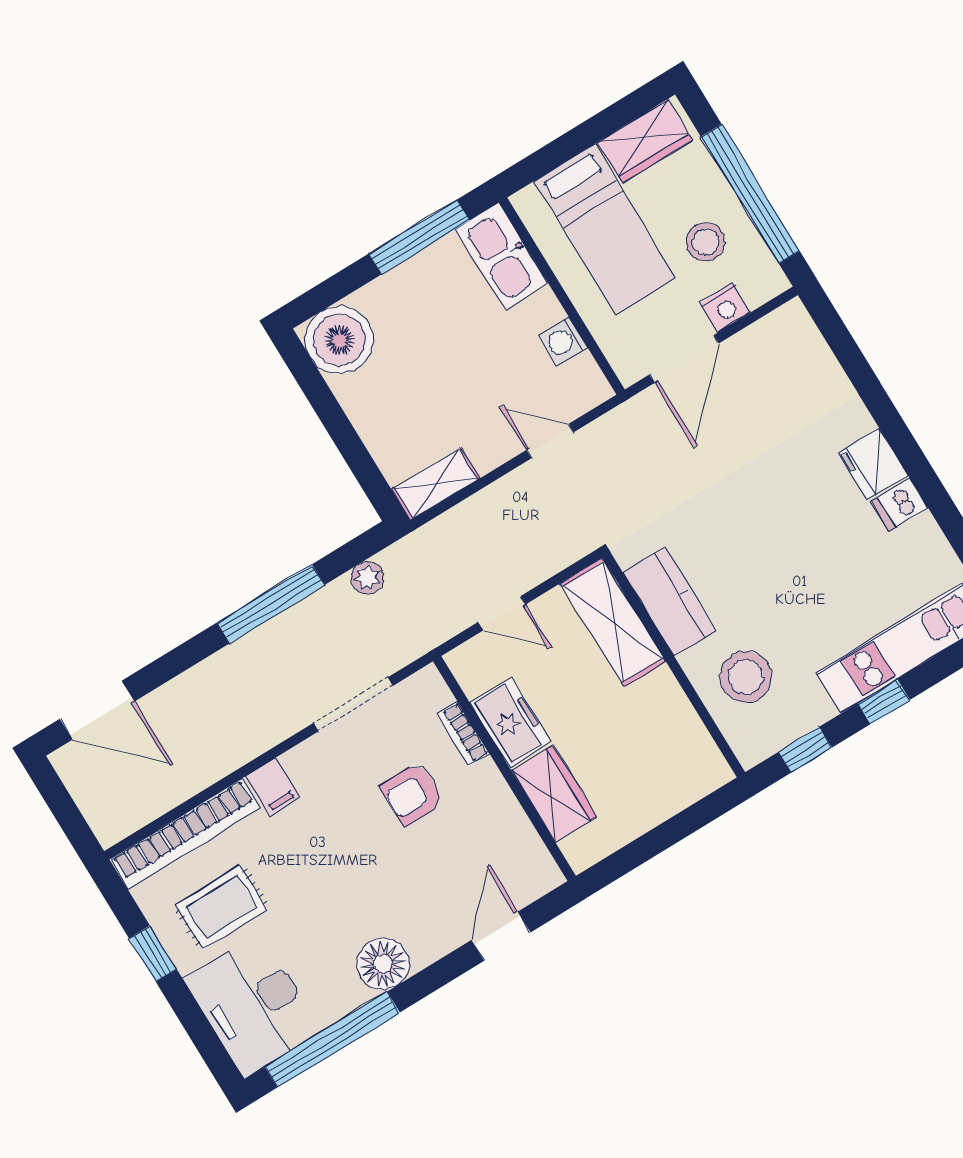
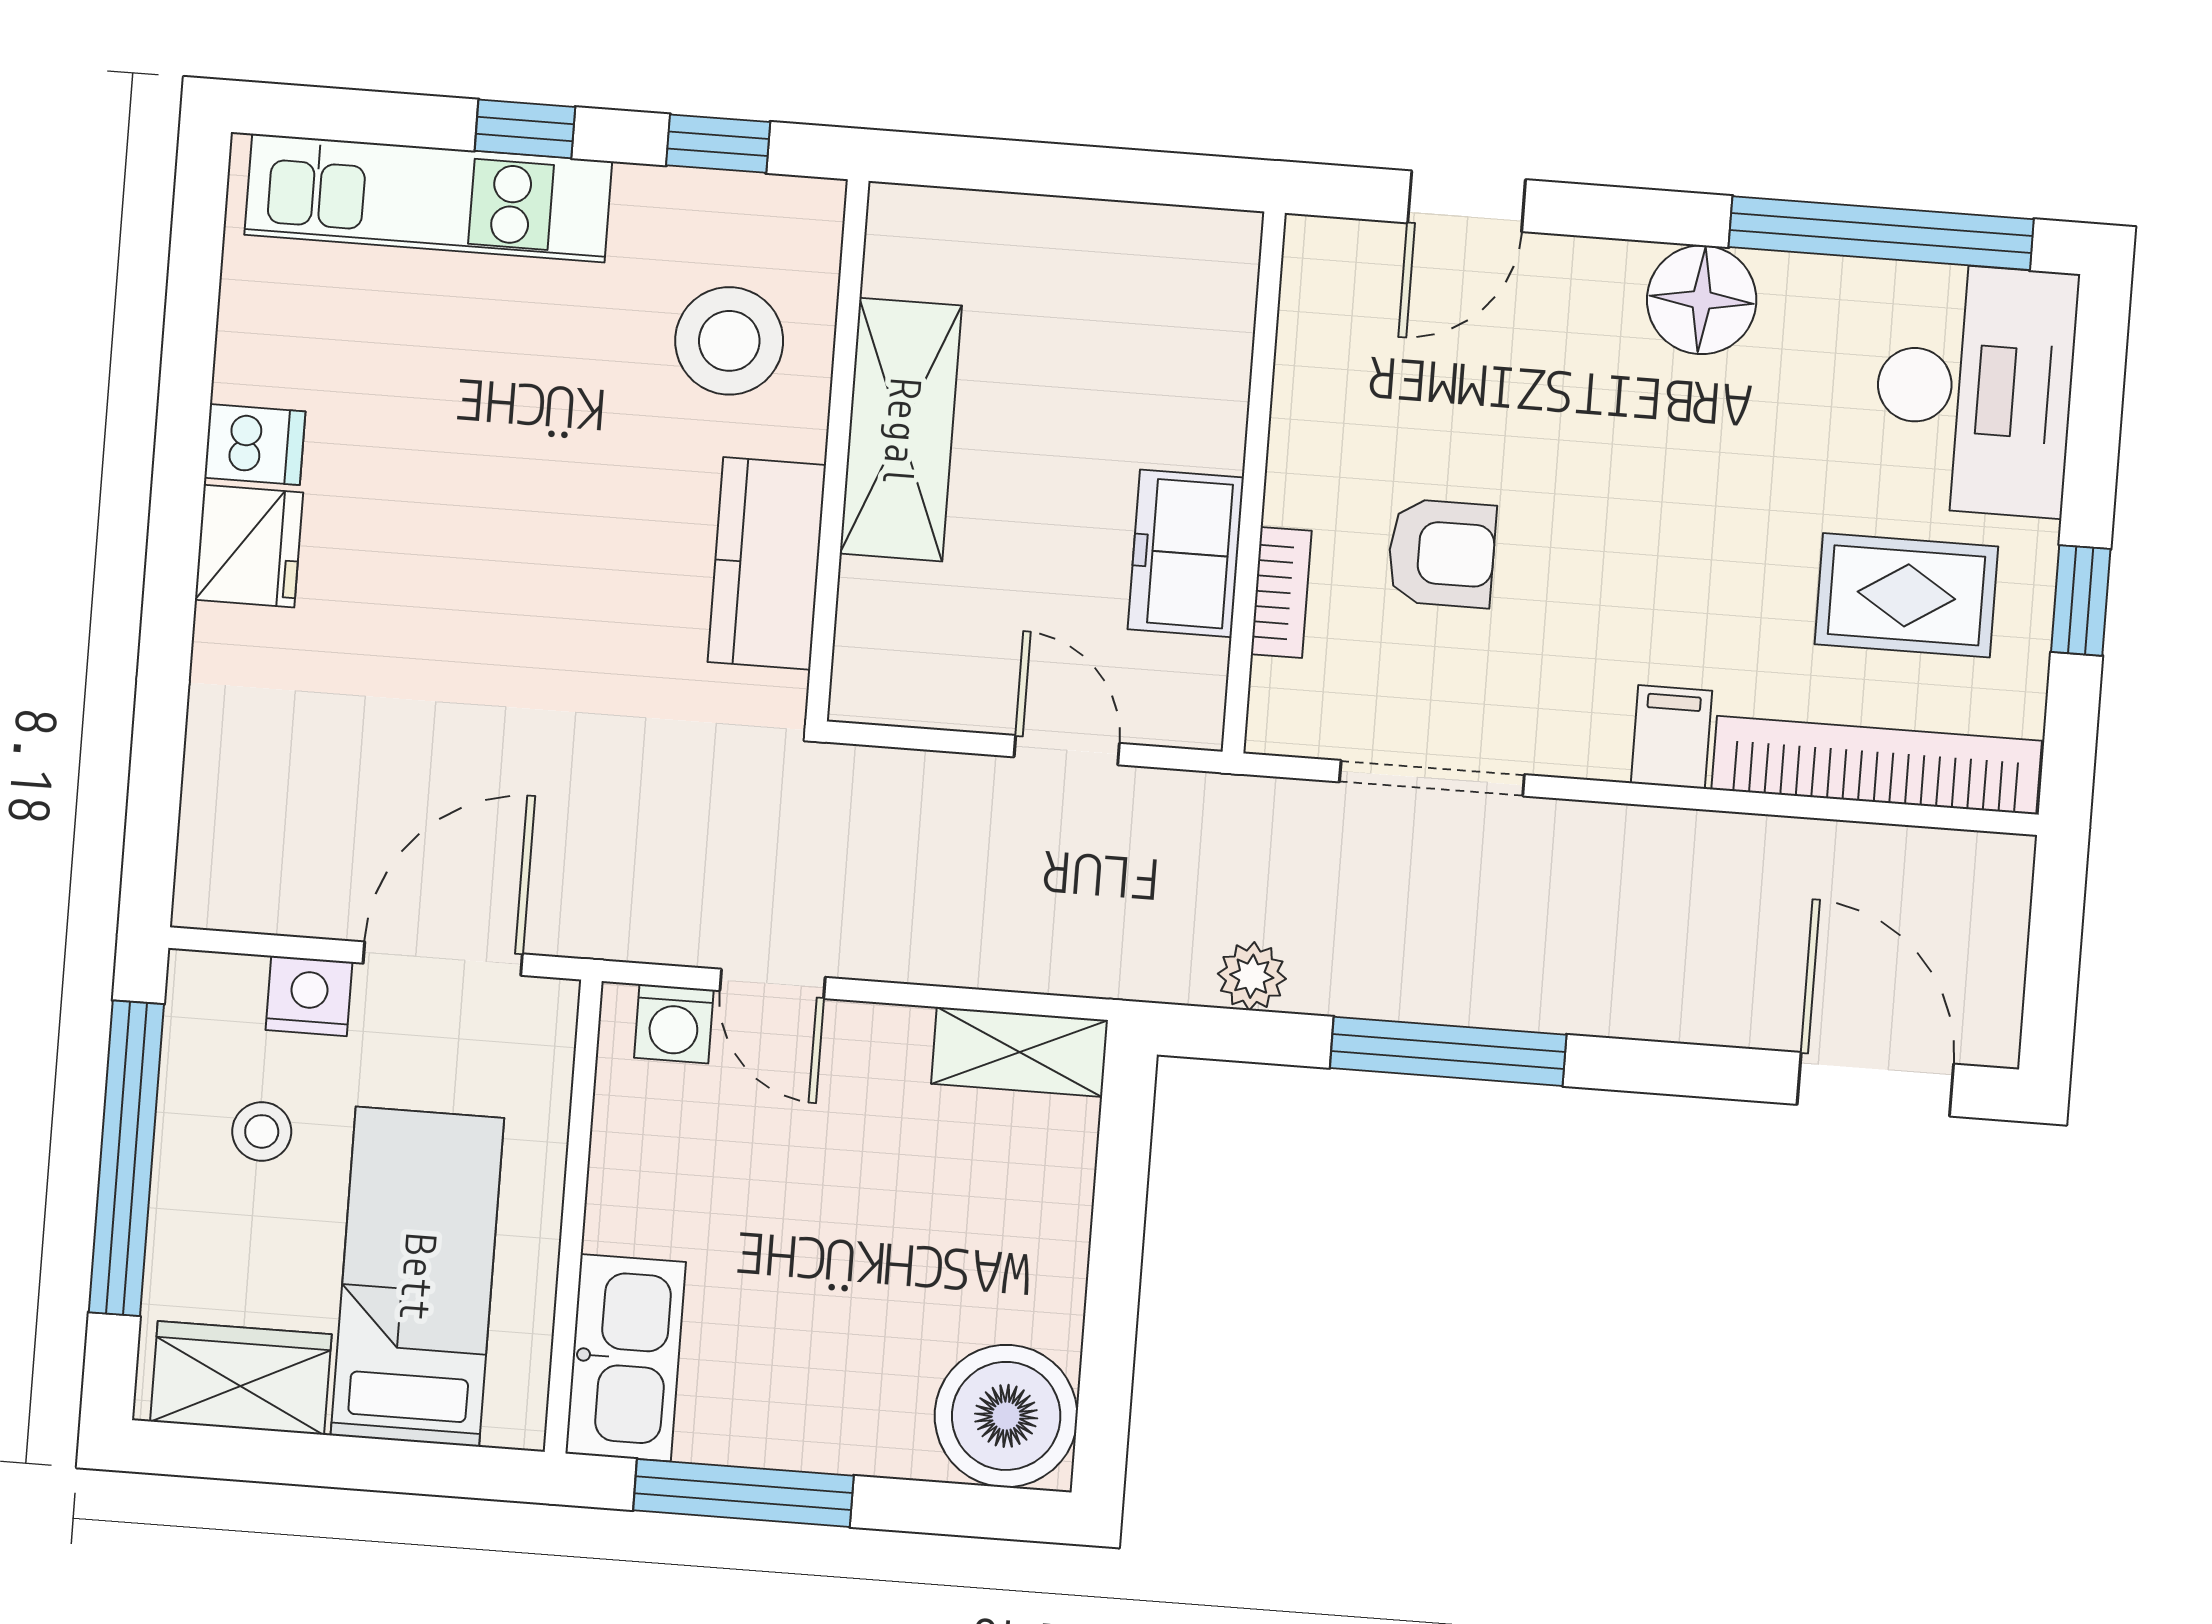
stool: (706, 242) -> (262, 1131), width x0.73, depth x0.73
washing machine: (563, 341) -> (674, 1024), moved, turned 90
shelving: (613, 622) -> (901, 430), moved
wardrobe: (554, 794) -> (1200, 378), removed

